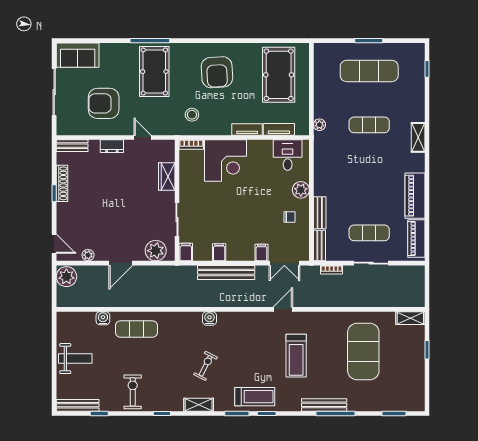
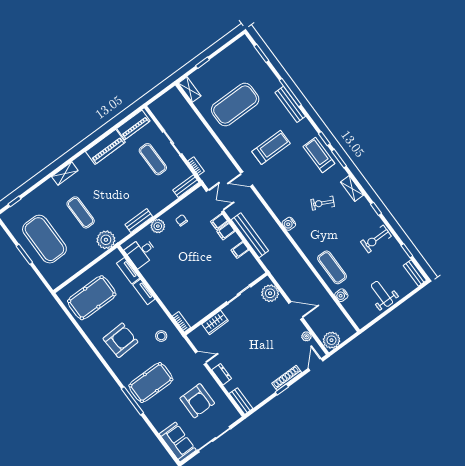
exercise mat: (369, 71) -> (44, 239), width x1.47
plant: (319, 125) -> (106, 240), width x1.88, depth x1.88
door: (143, 137) -> (201, 358), swing flipped
corner desk: (225, 161) -> (175, 291), removed
shoe rack: (62, 183) -> (287, 378), moved
bench: (320, 213) -> (139, 221), moved
filing cabinet: (186, 252) -> (226, 231), moved
bench: (78, 405) -> (415, 273), width x0.73

